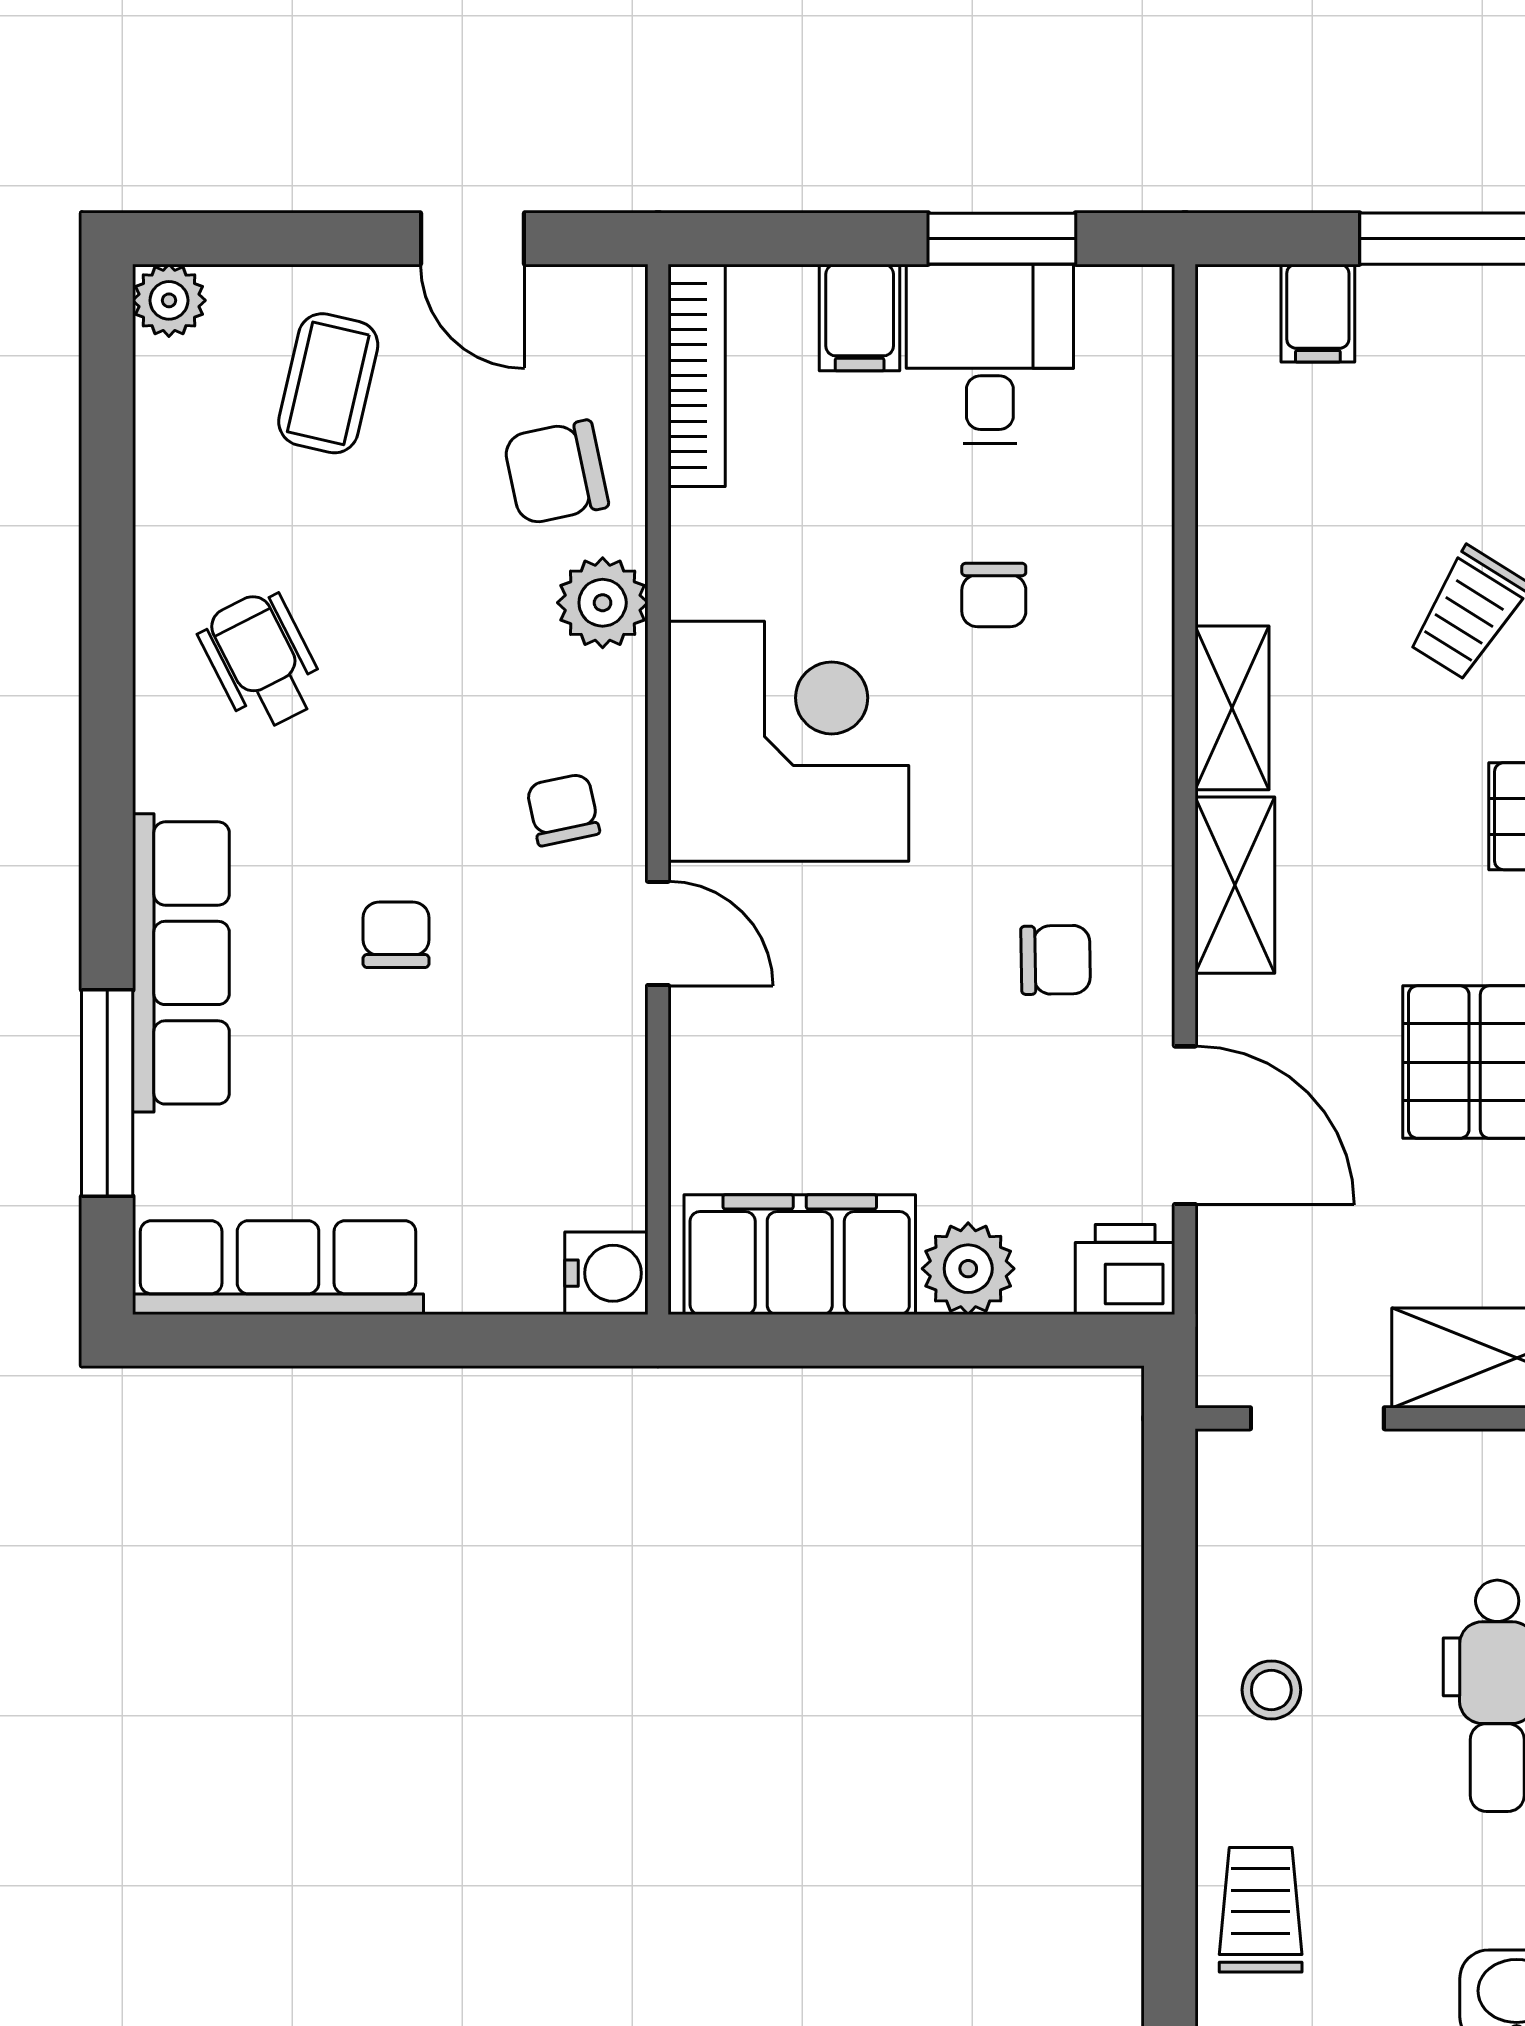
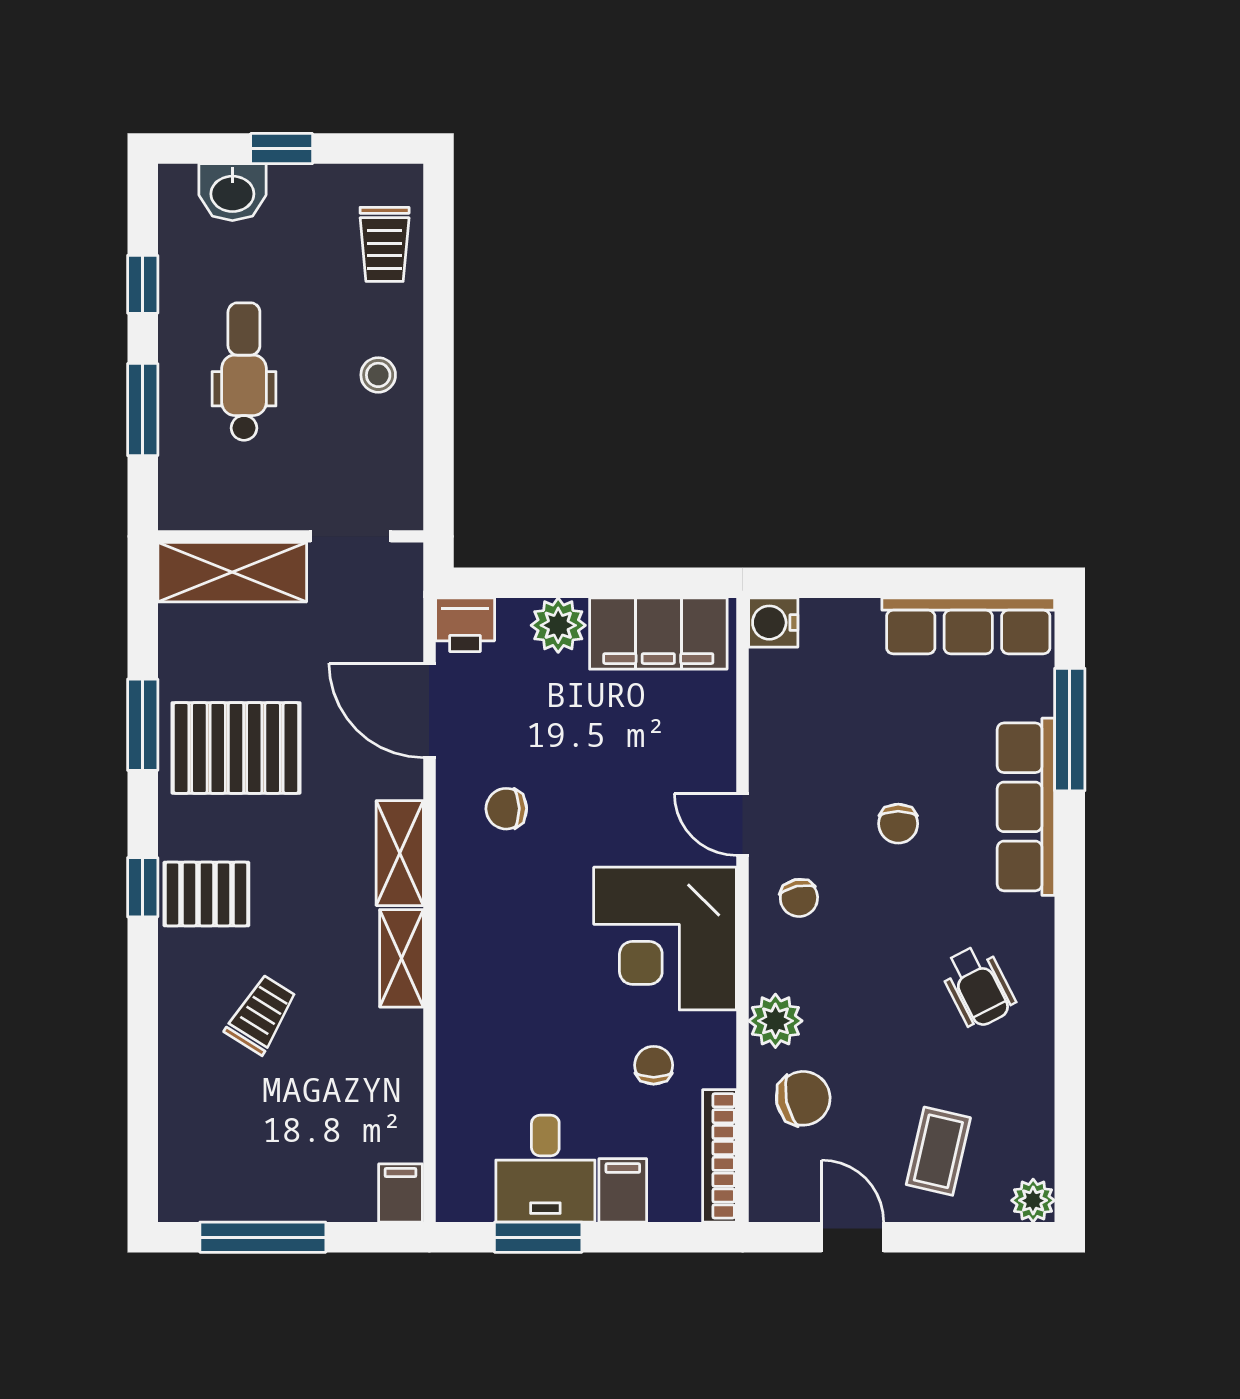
filing cabinet: (1318, 313) -> (400, 1193), moved
chair: (994, 595) -> (654, 1065), moved

